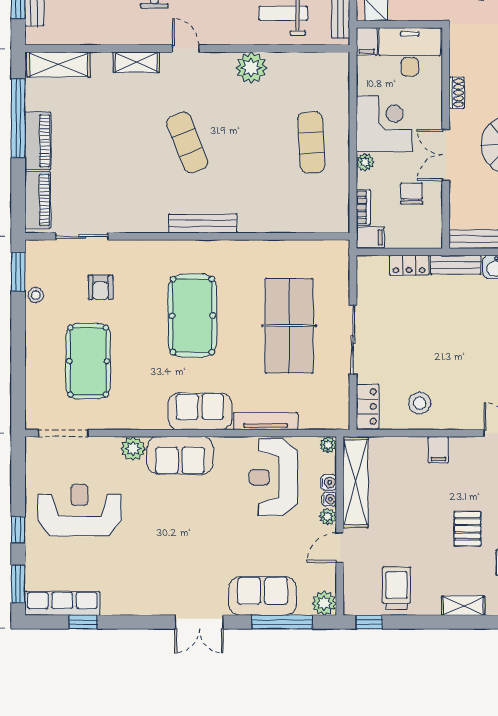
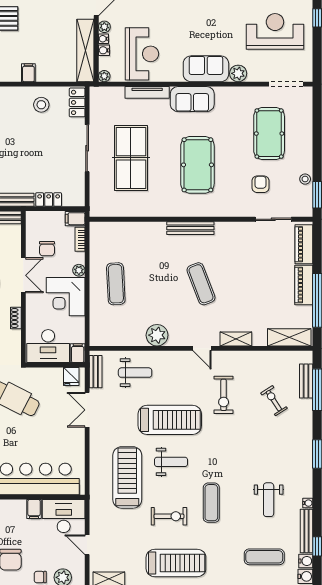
reception desk: (80, 510) -> (275, 31), turned 180

